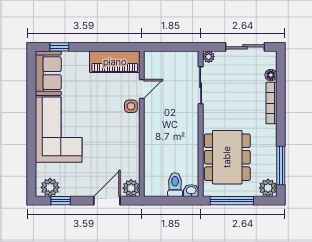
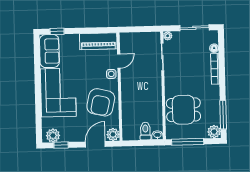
armchair: (116, 144) -> (101, 102), added
dining table: (227, 157) -> (183, 110), width x0.73

